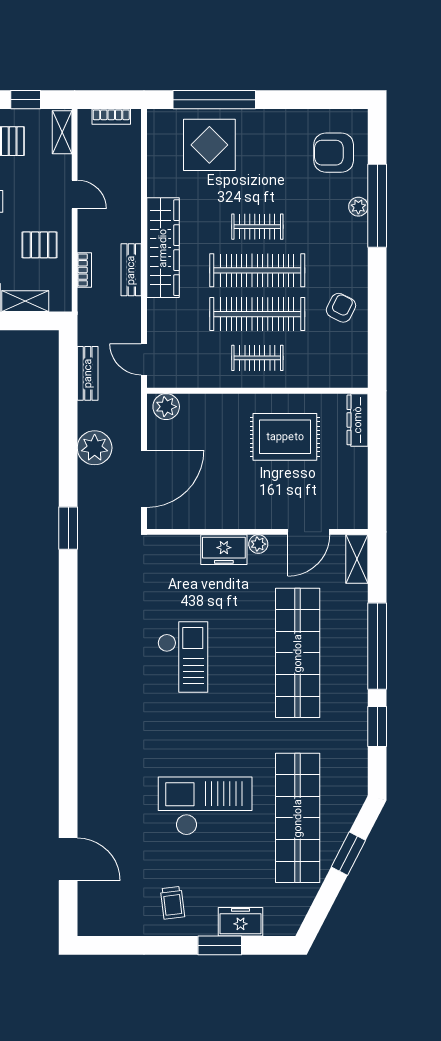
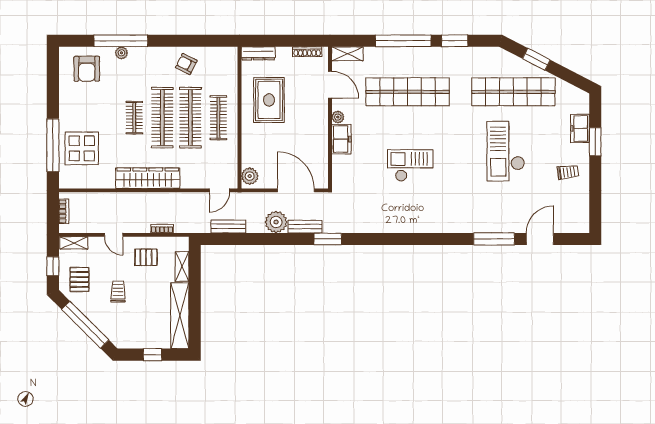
door: (75, 194) -> (114, 235), swing flipped
pallet: (39, 245) -> (146, 257), turned 90
bench: (131, 270) -> (305, 227), moved
clothes rail: (257, 358) -> (218, 118), width x1.36
shoe rack: (360, 496) -> (307, 52), added
window: (68, 788) -> (494, 239), added

